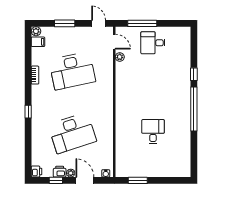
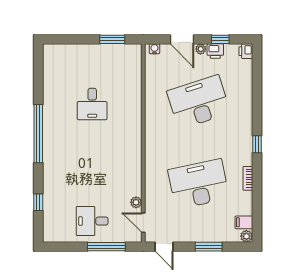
desk: (153, 43) -> (92, 221), turned 180
window: (194, 74) -> (38, 202), moved
window: (28, 112) -> (257, 144), moved

